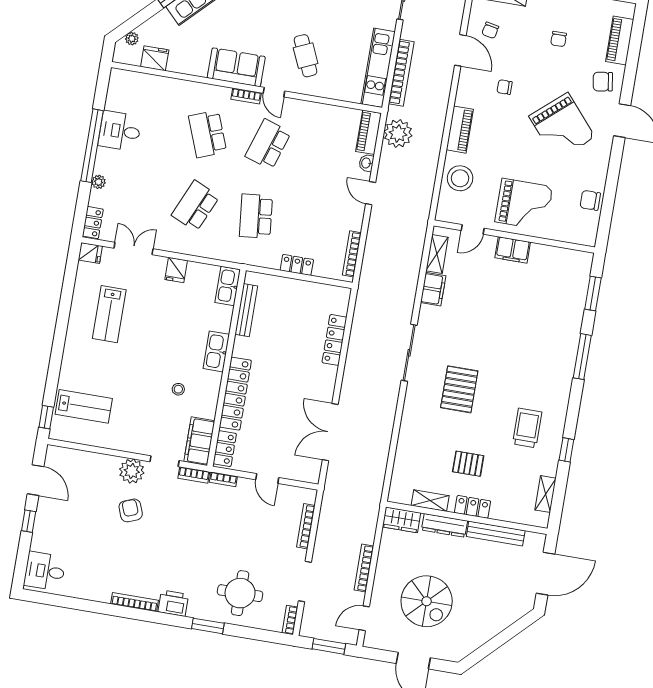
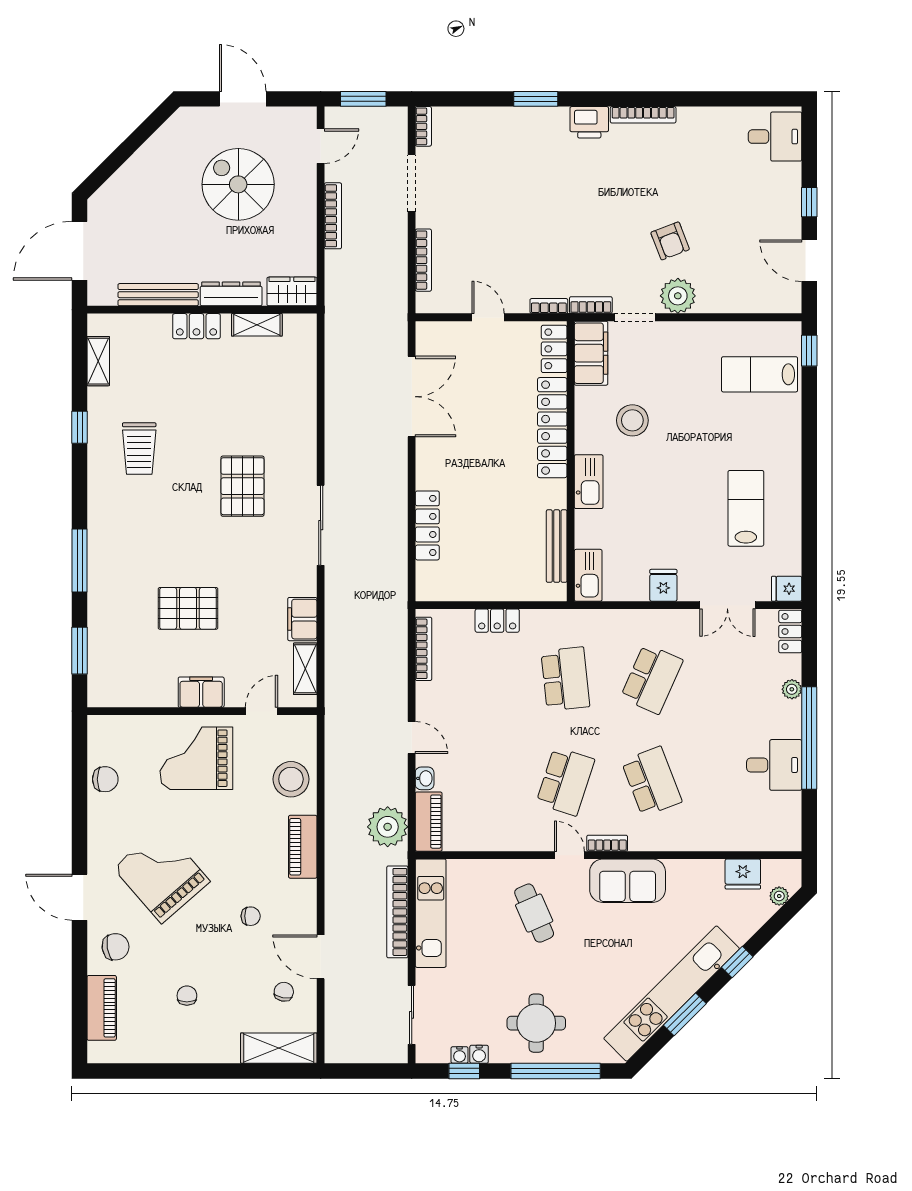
stool: (178, 389) -> (632, 420), width x1.89, depth x1.89
pallet: (468, 464) -> (188, 608), moved, width x1.50, depth x1.42
round table: (240, 593) -> (499, 152), removed

